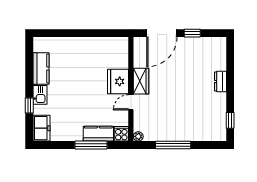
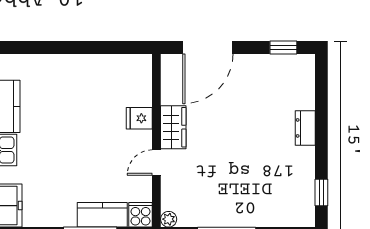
window: (192, 33) -> (283, 47), moved
fridge: (118, 81) -> (139, 118), width x0.53, depth x0.75

